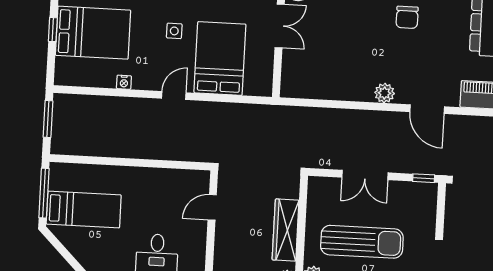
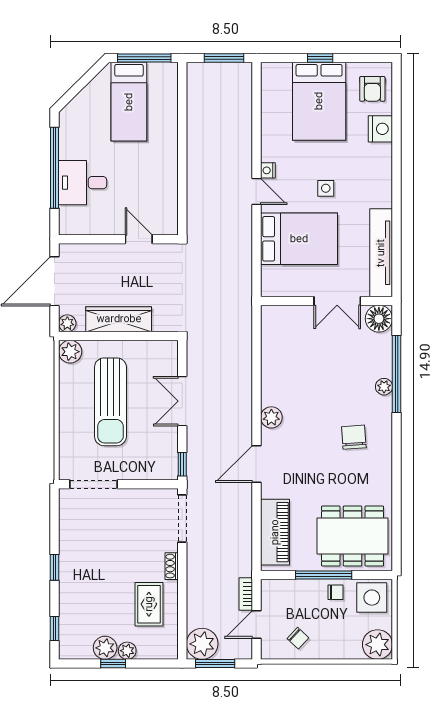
chair: (407, 17) -> (354, 437), turned 86
nightstand: (124, 82) -> (268, 170), moved

